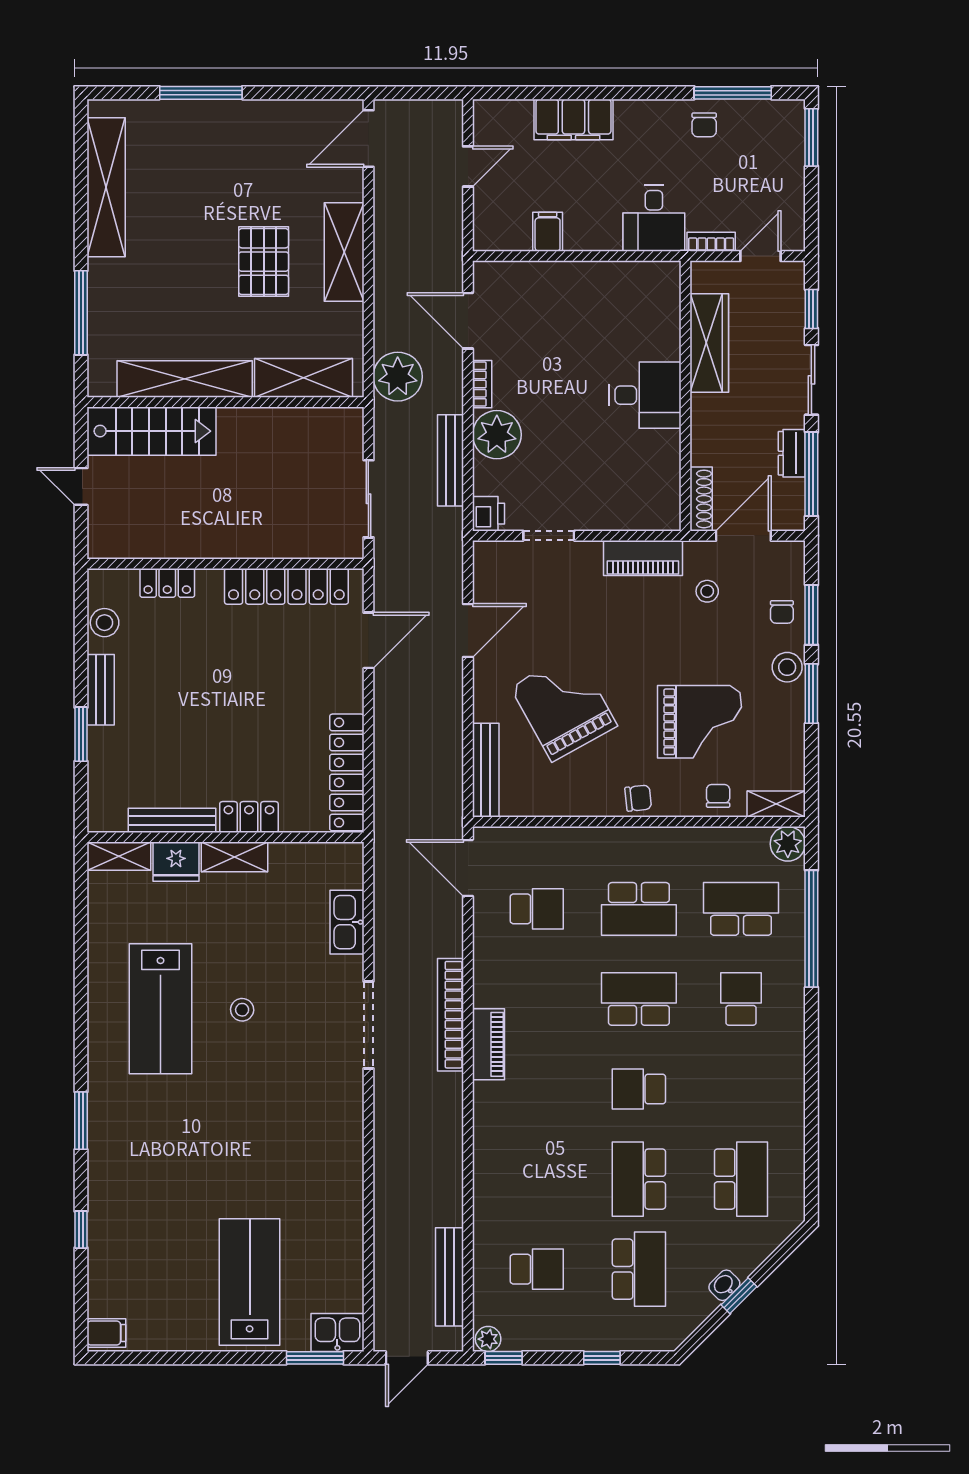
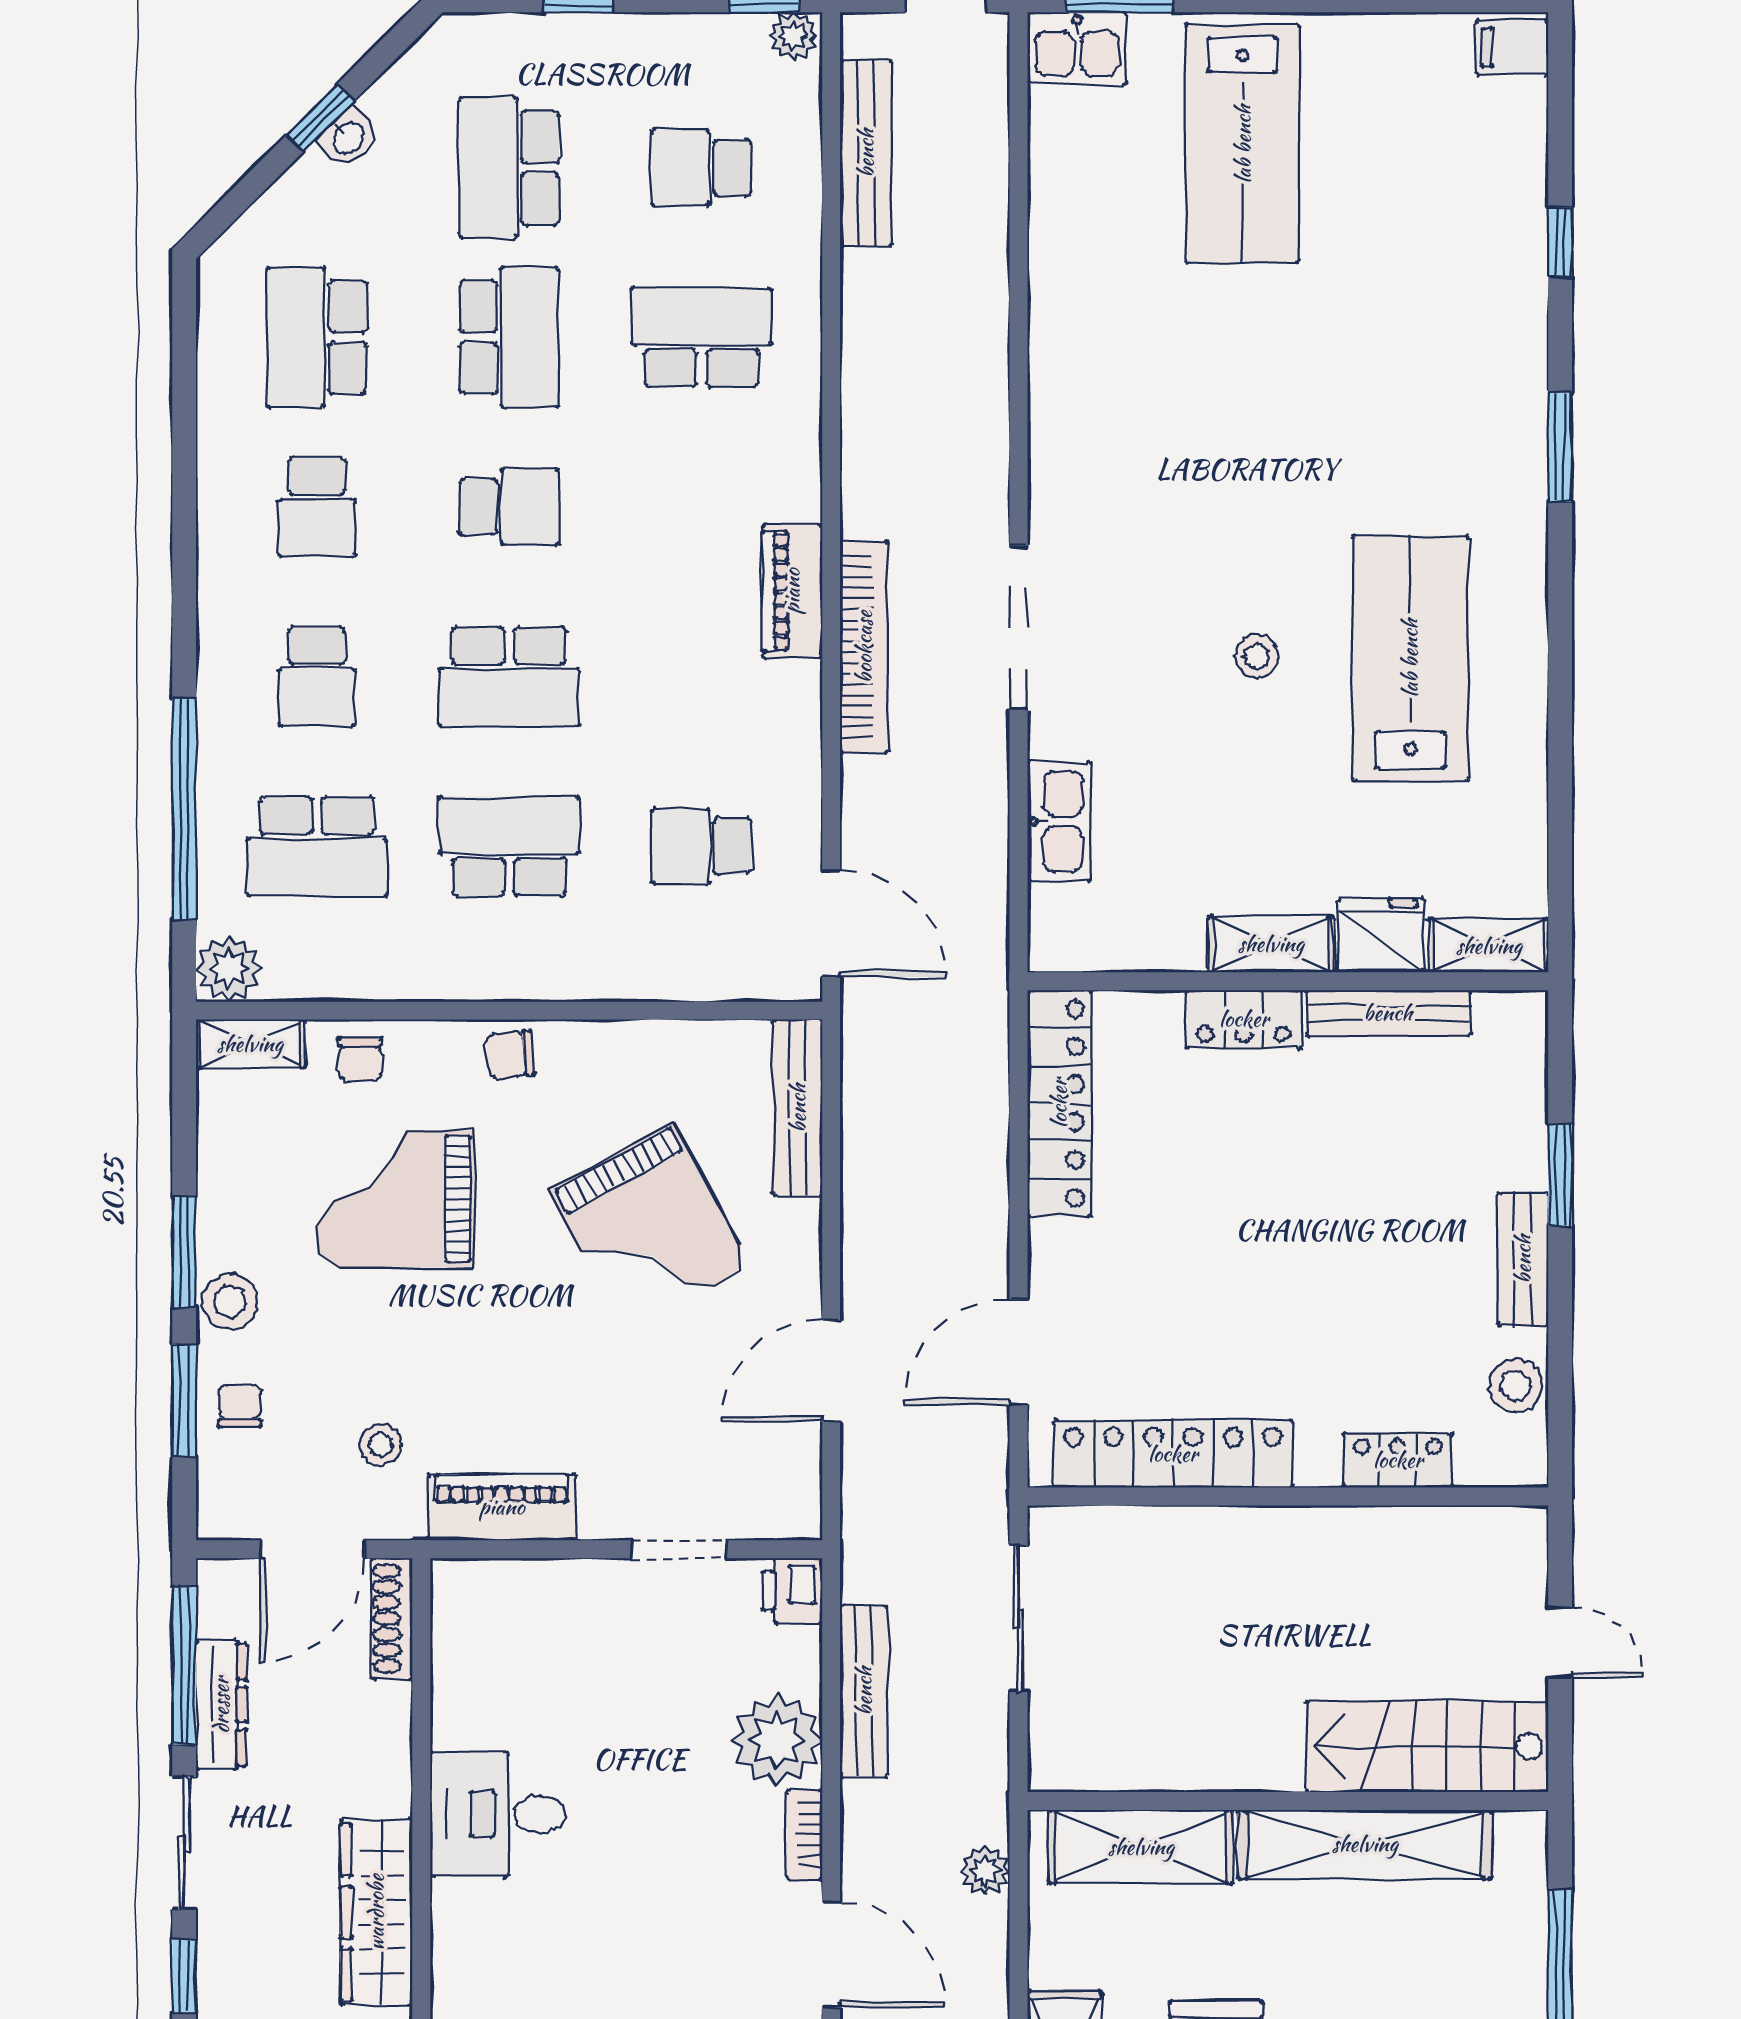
plant: (398, 377) -> (985, 1871), width x0.53, depth x0.53
dresser: (792, 453) -> (221, 1705), width x1.44
school desk: (741, 1089) -> (317, 507), added
school desk: (537, 1179) -> (701, 337), added

